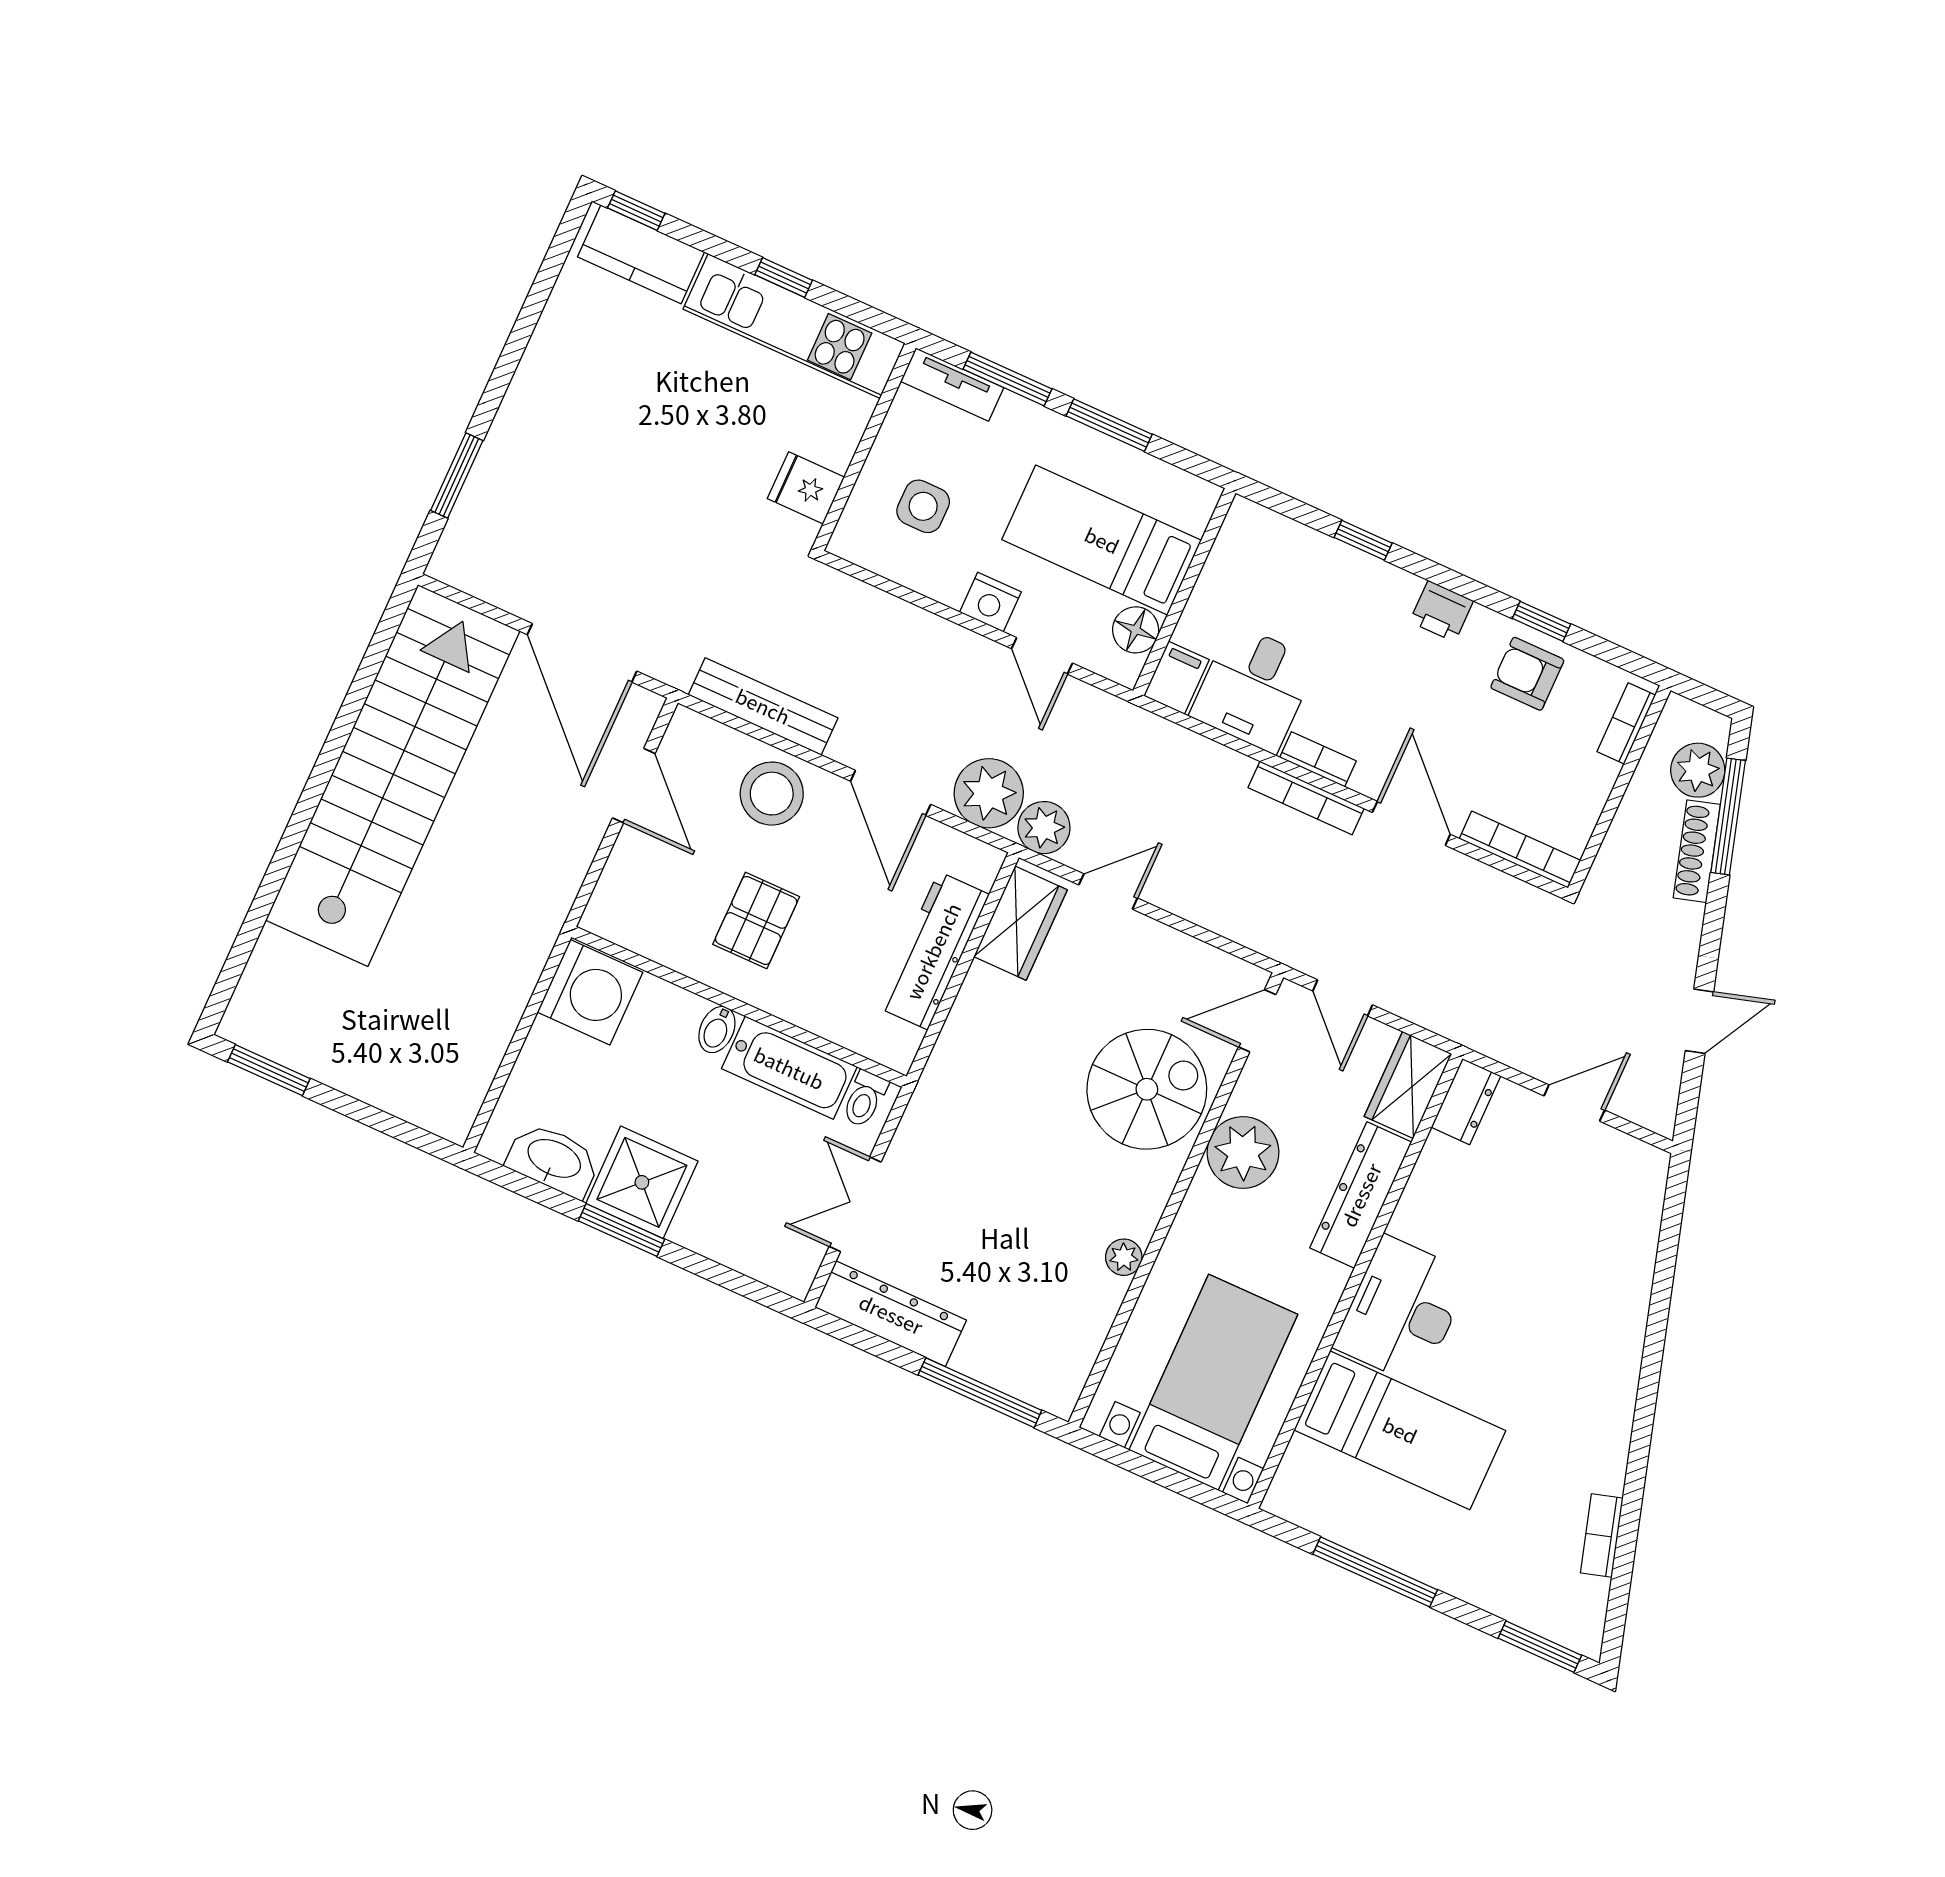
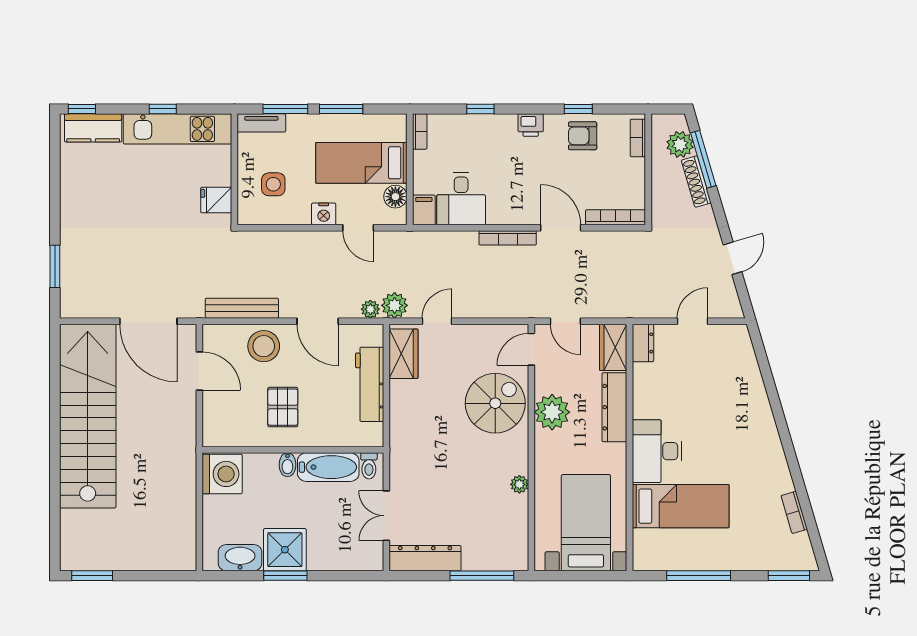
bookcase: (1318, 759) -> (420, 131), moved, turned 90
plant: (989, 793) -> (370, 309), width x0.53, depth x0.53

